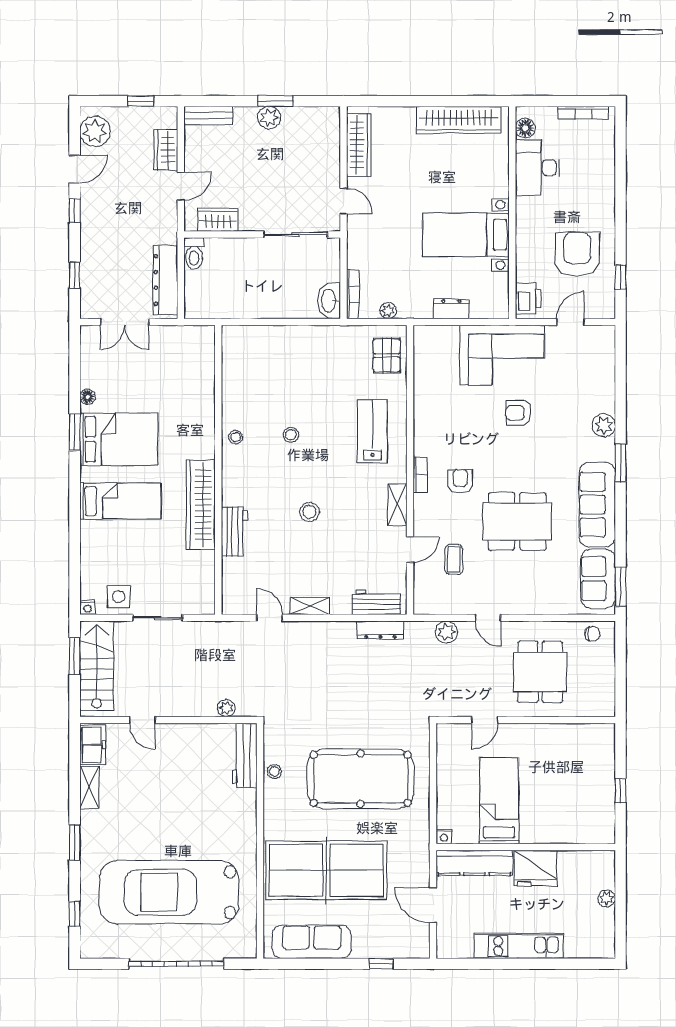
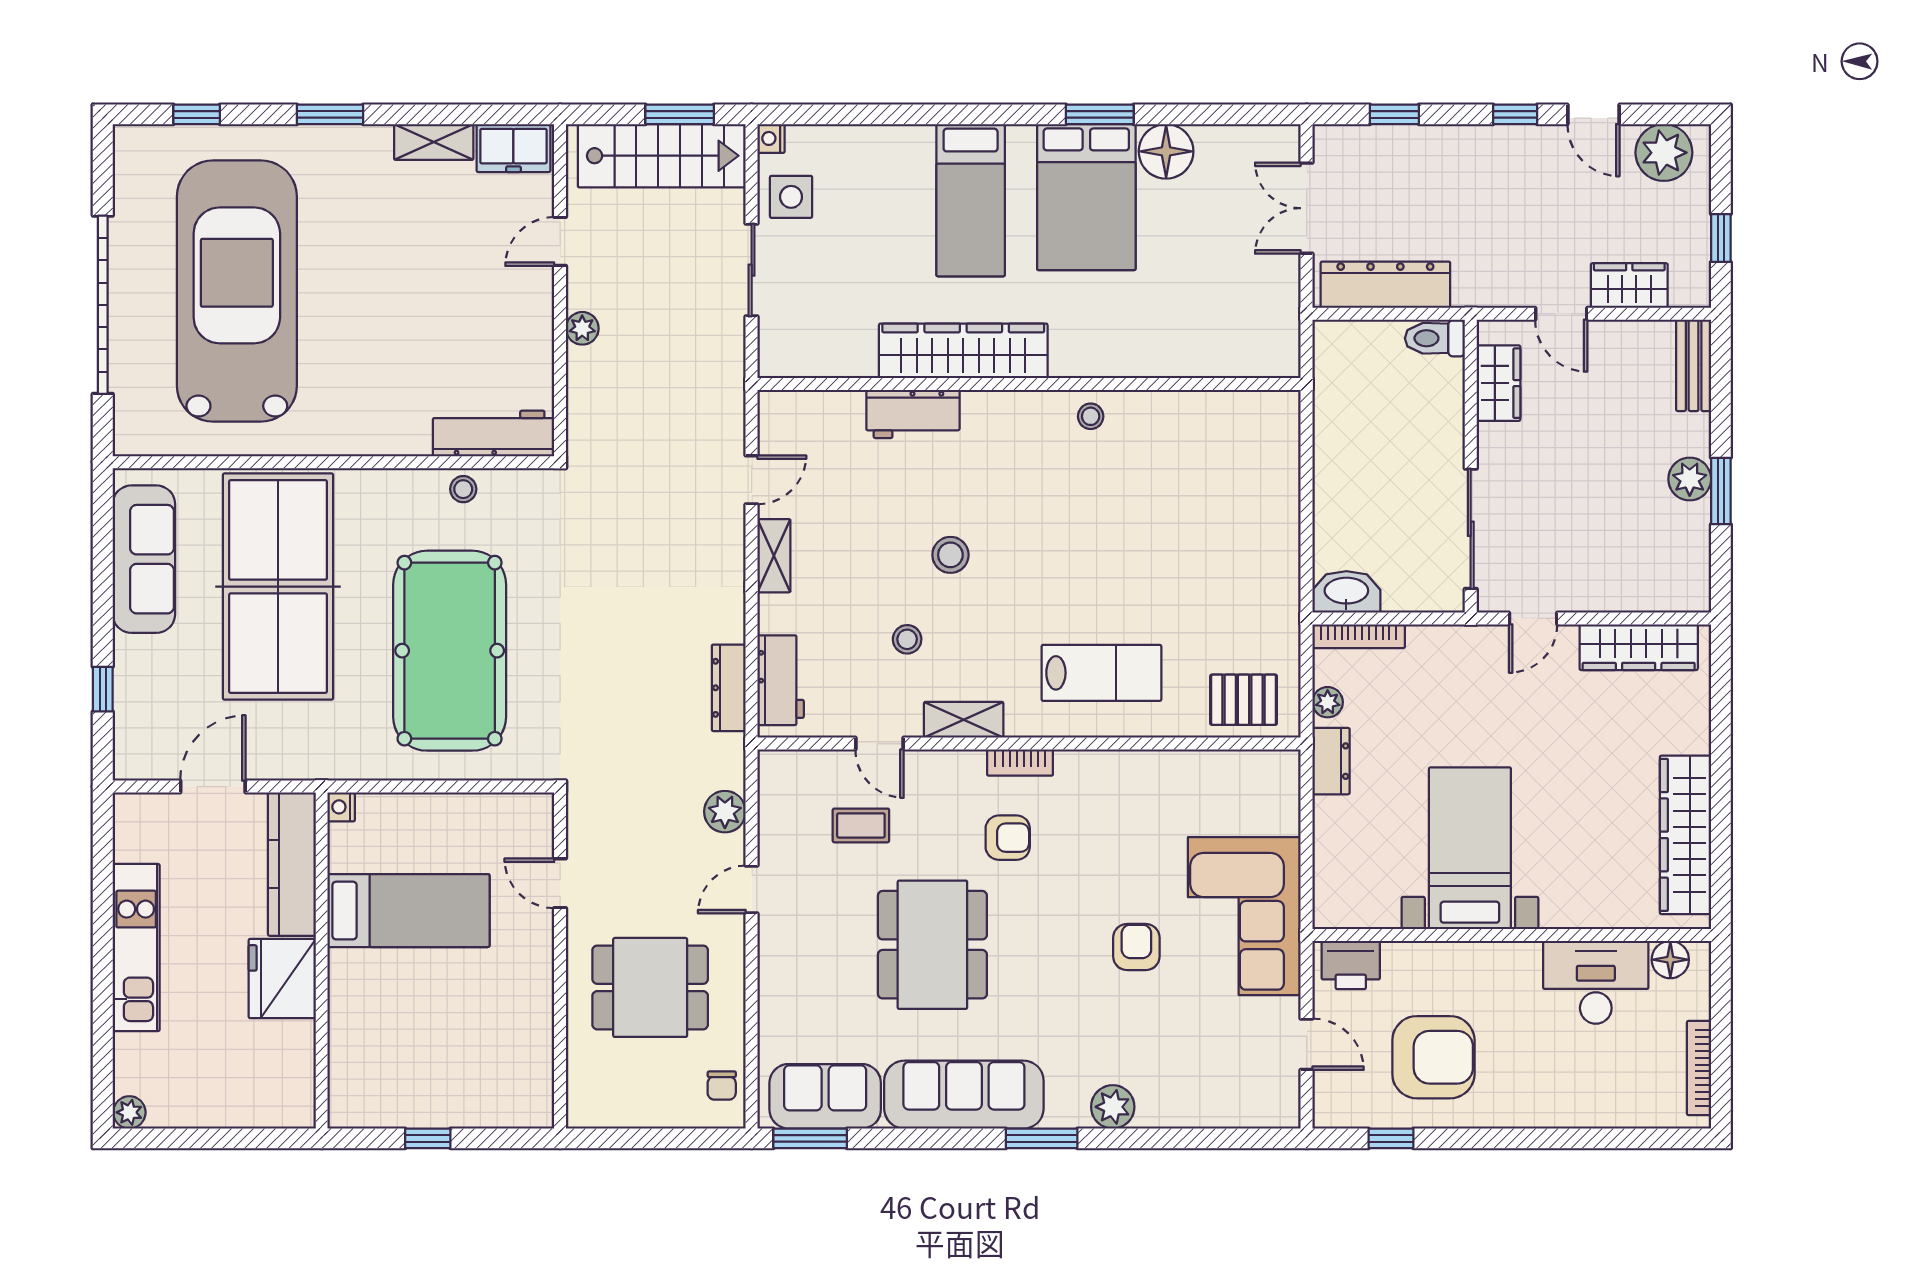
dresser: (451, 309) -> (1331, 761), moved
floor lamp: (88, 397) -> (1166, 151), width x1.89, depth x1.89
stool: (291, 435) -> (907, 639), moved
plant: (226, 708) -> (582, 328), moved
plant: (607, 898) -> (129, 1112), moved

